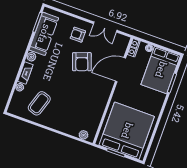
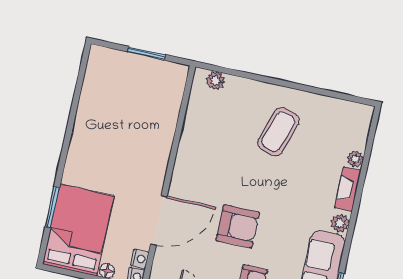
armchair: (82, 62) -> (238, 226), turned 110
coffee table: (39, 103) -> (278, 132), moved
bed: (127, 131) -> (130, 100), removed

